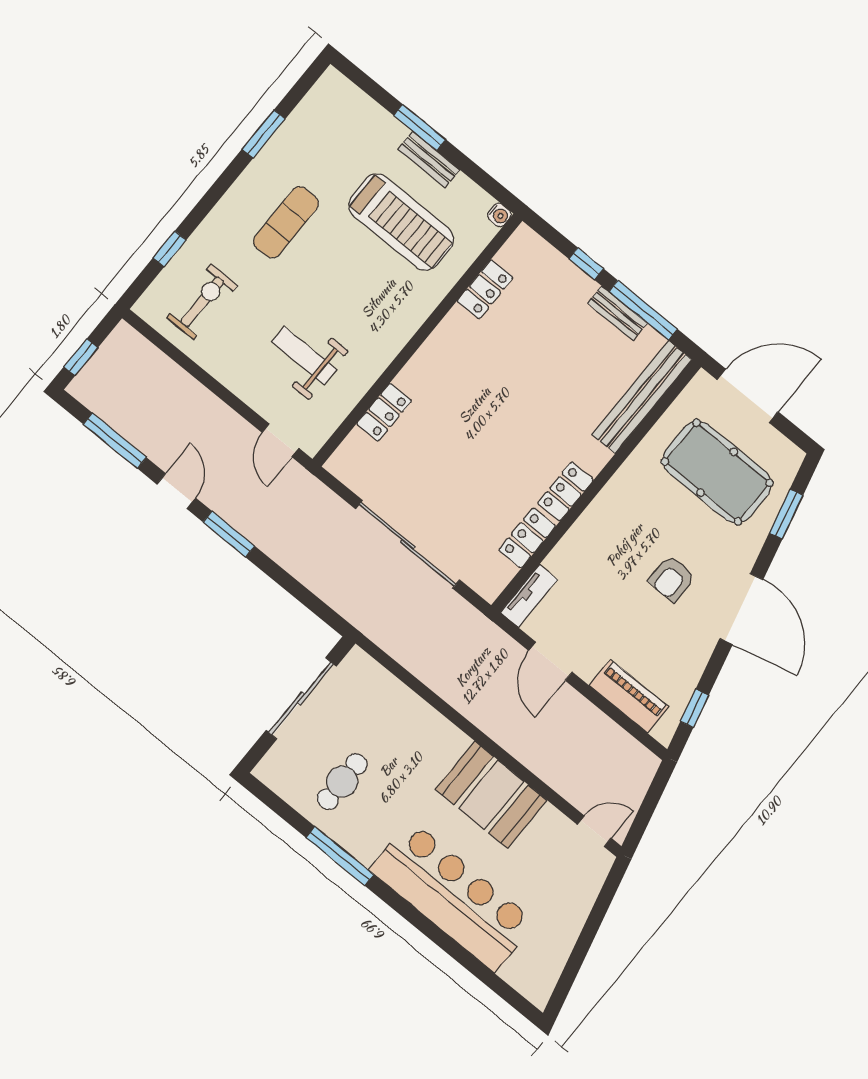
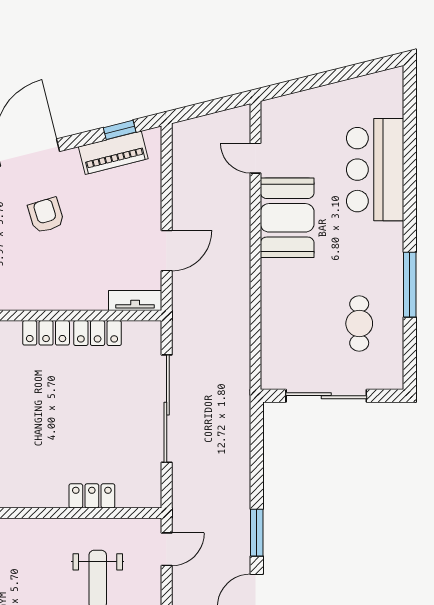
armchair: (672, 579) -> (46, 215), turned -107
piano: (629, 696) -> (113, 153), moved, turned -104
cafe table: (342, 782) -> (359, 324), turned 90
door: (594, 831) -> (255, 158), moved
bar counter: (453, 896) -> (375, 170), width x0.73

